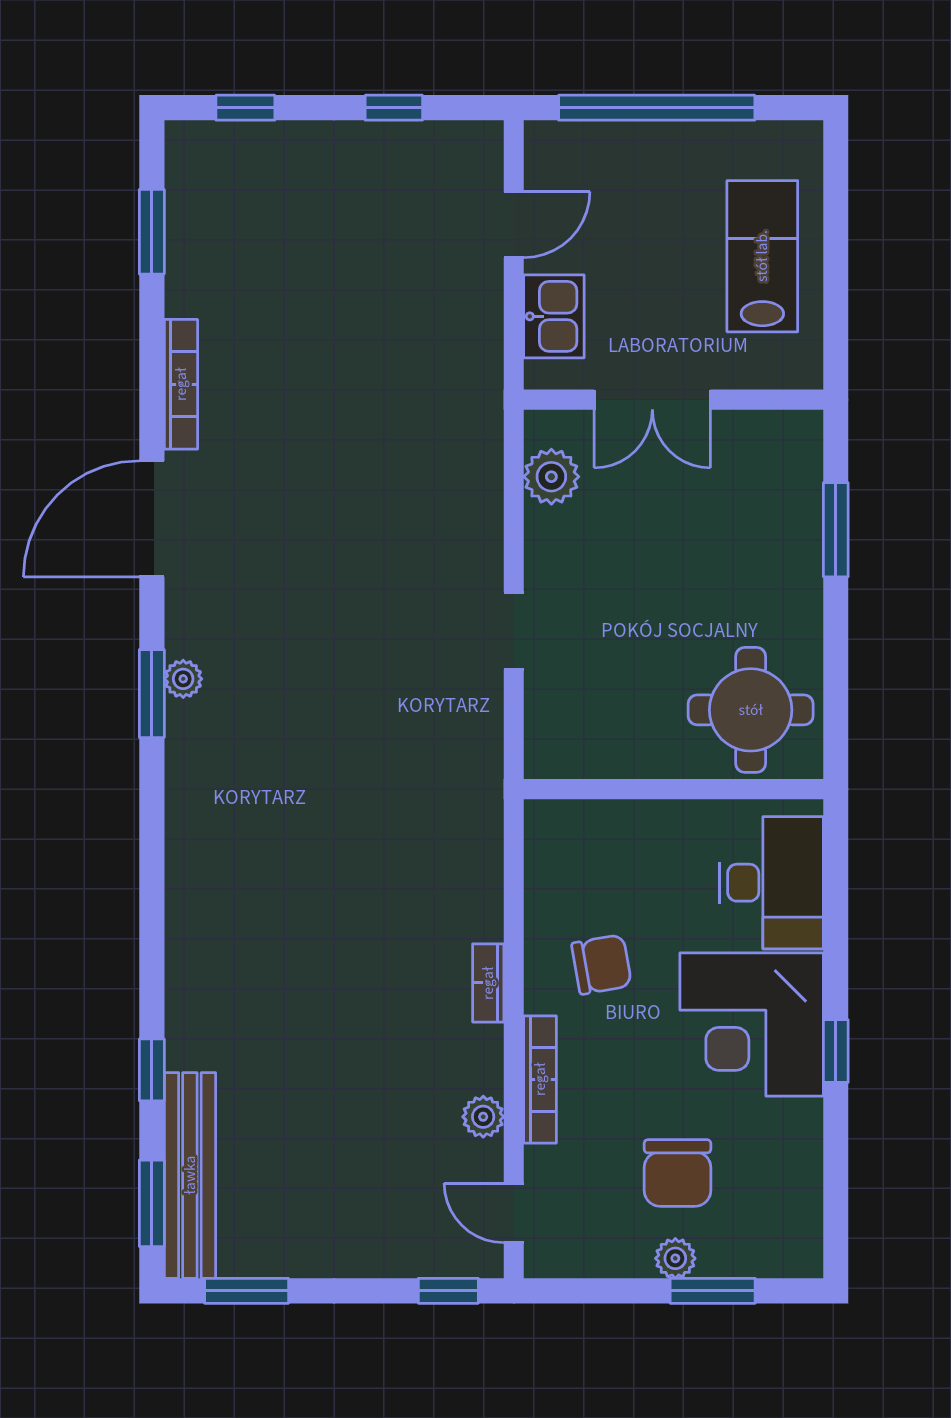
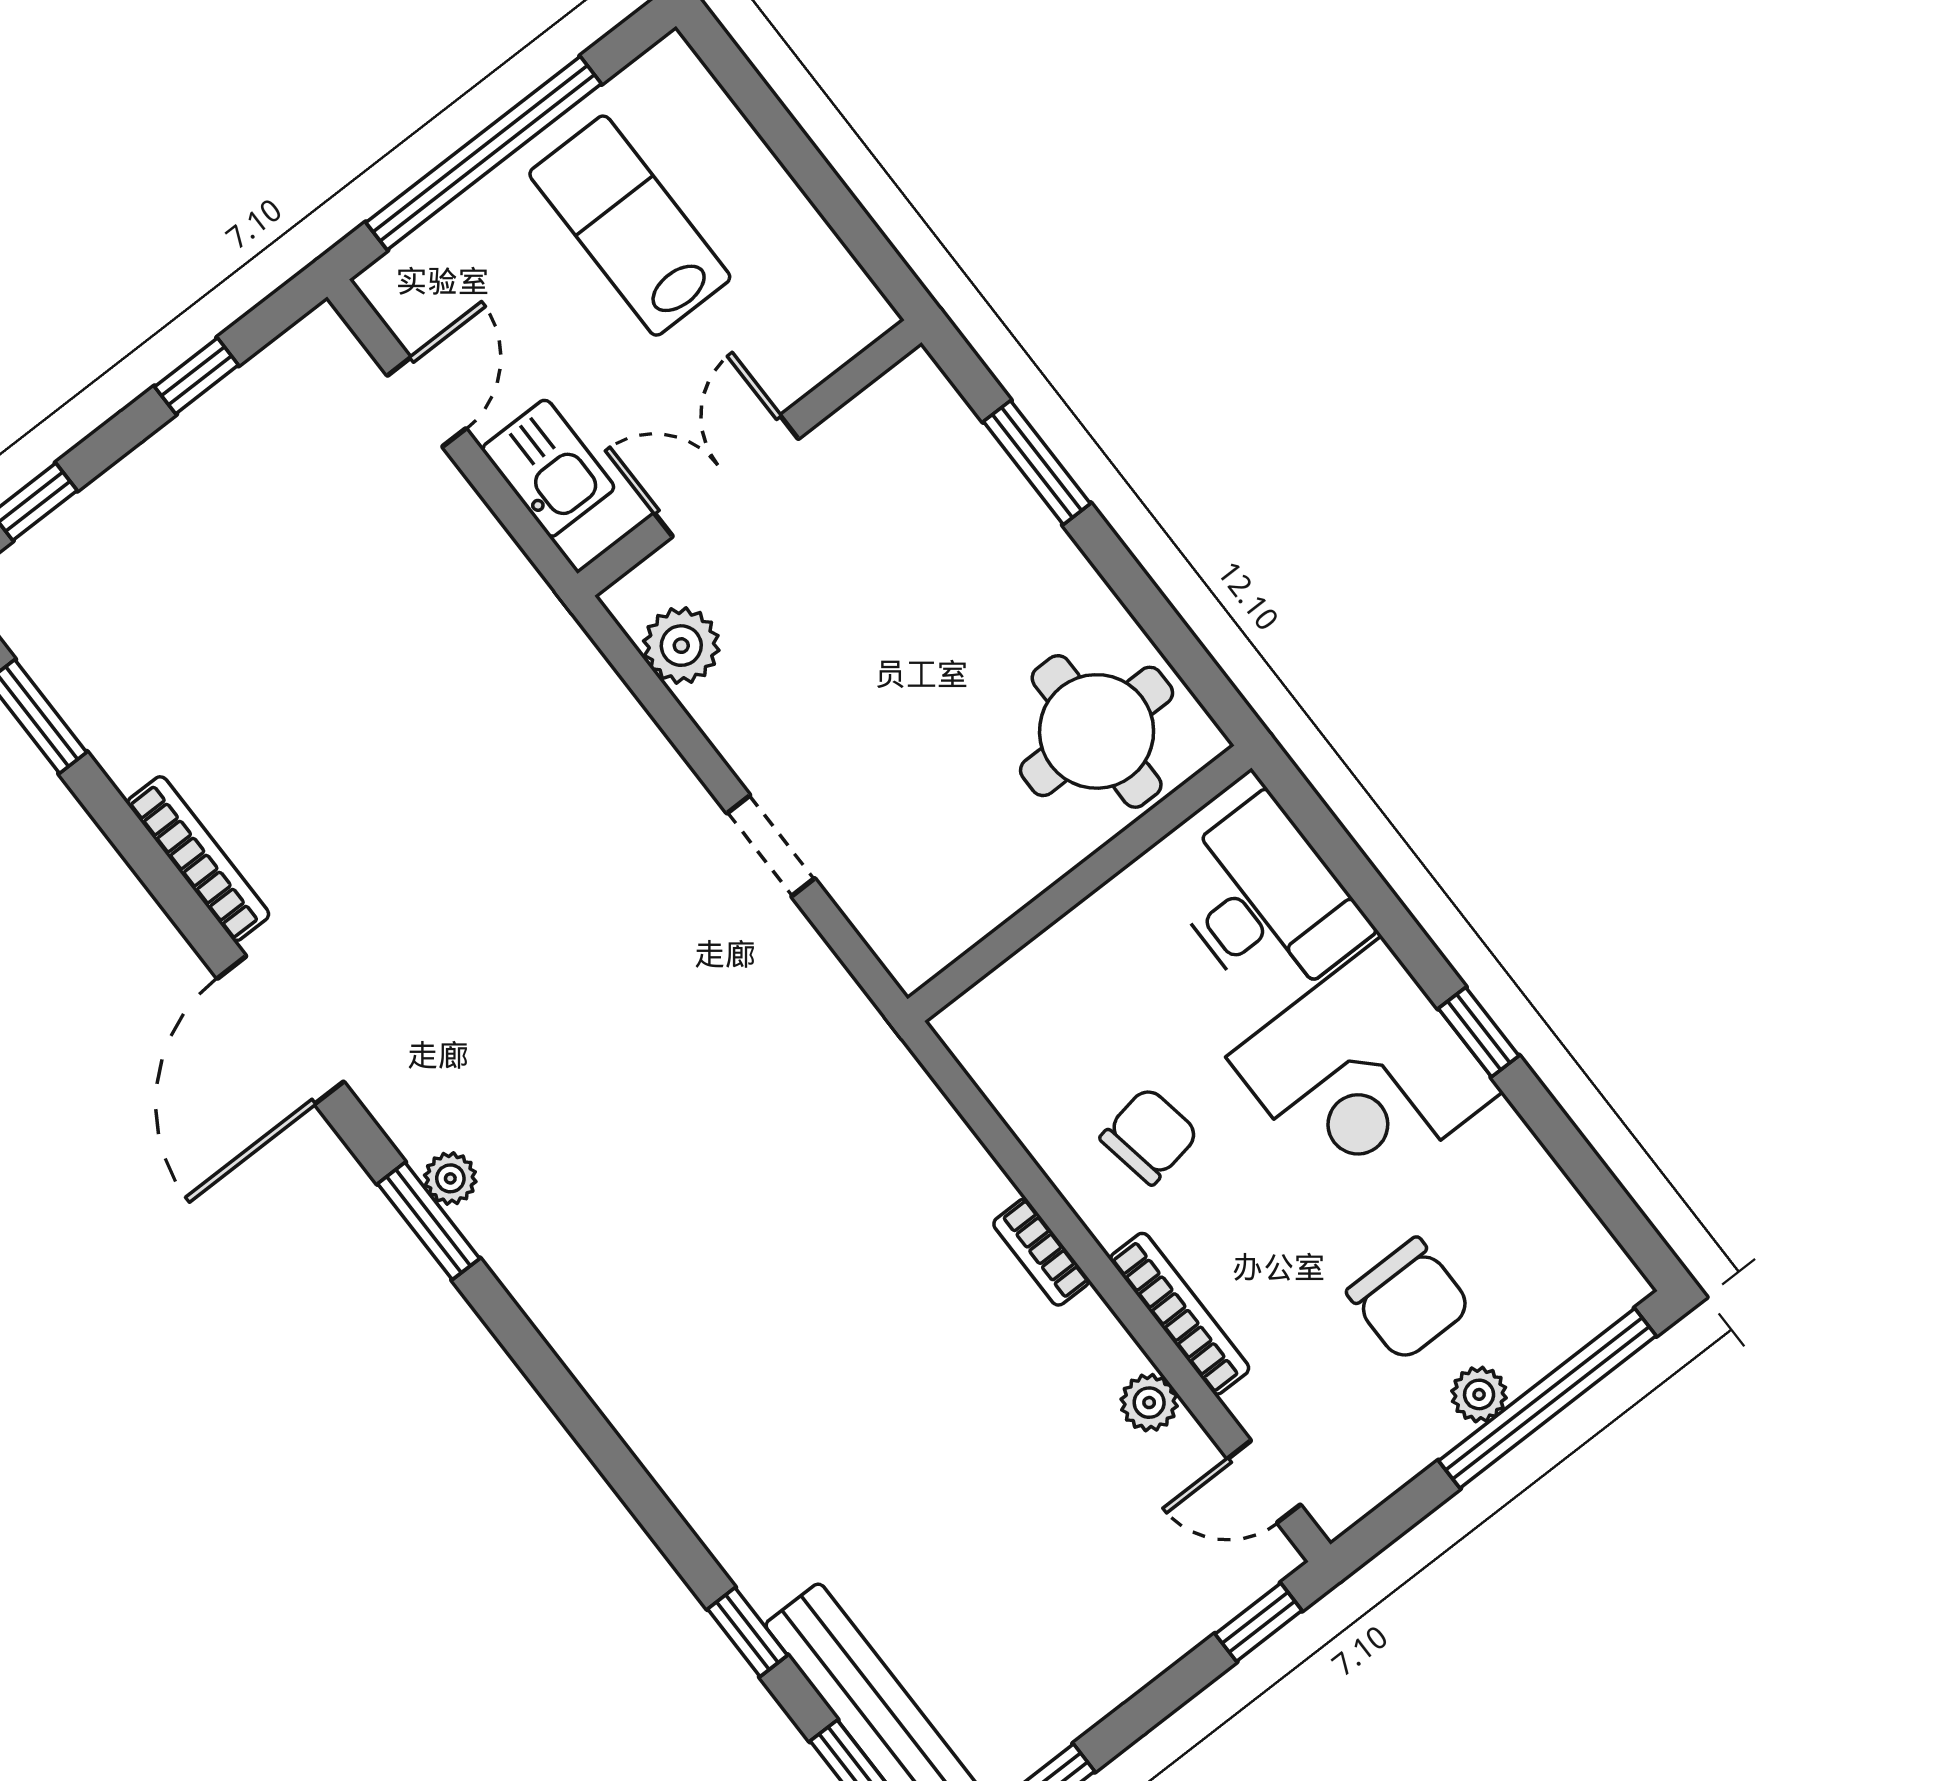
lab bench: (762, 256) -> (630, 226), moved
double door: (652, 400) -> (726, 476), swing flipped
window: (713, 1291) -> (1547, 1398), width x2.11

